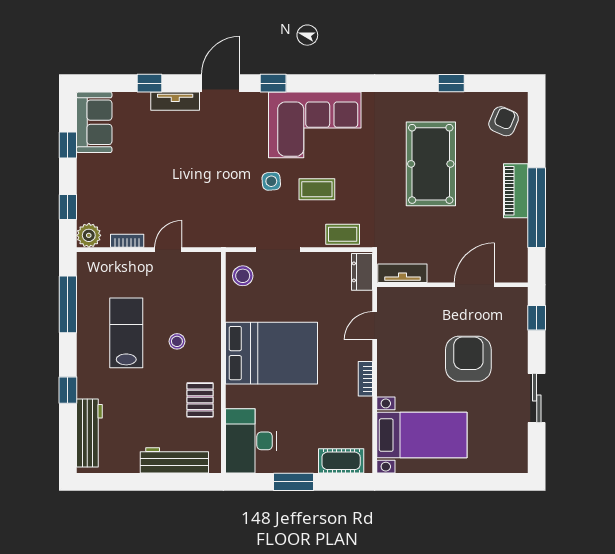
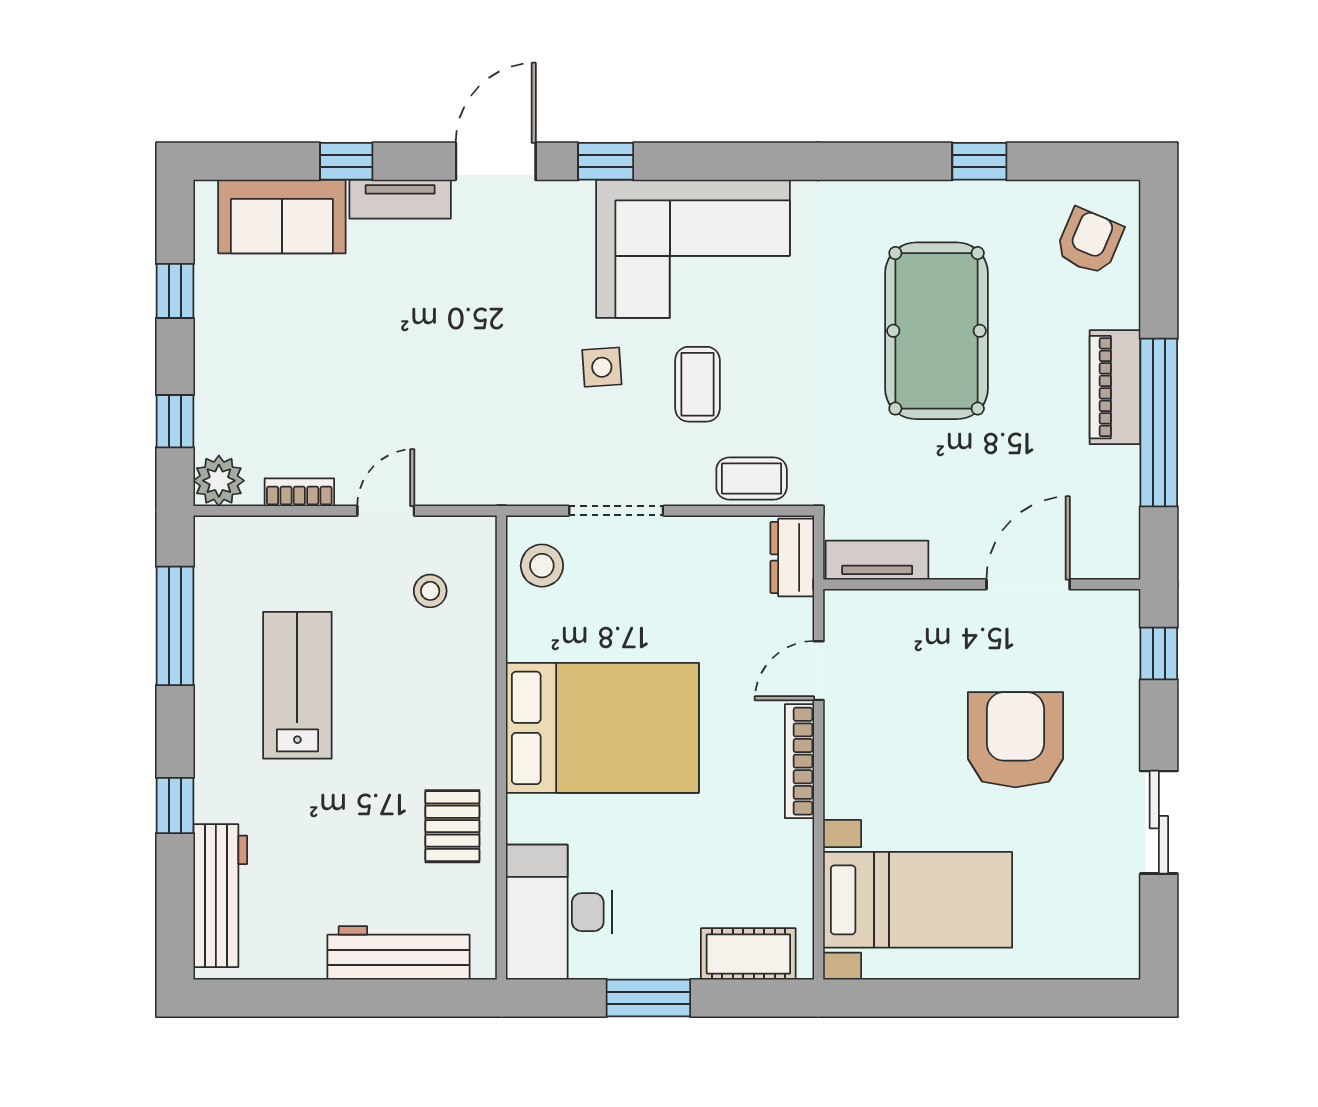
sofa: (94, 122) -> (282, 217), moved, turned 90
coffee table: (317, 189) -> (698, 384), turned 90
stool: (177, 341) -> (430, 591), moved
bookcase: (365, 379) -> (799, 761), width x1.56

